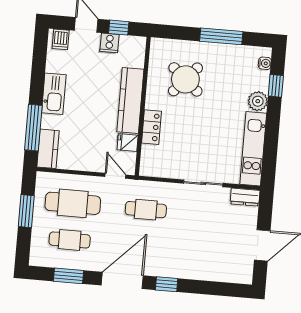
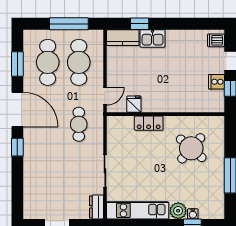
water cooler: (265, 63) -> (193, 214), moved
kitchen sink: (54, 94) -> (152, 38), moved, width x0.73
kitchen counter: (130, 101) -> (169, 103), removed
window: (33, 128) -> (140, 24), width x0.46
window: (26, 211) -> (69, 24), width x1.44
cafe table: (70, 240) -> (48, 62), width x1.37, depth x1.35

